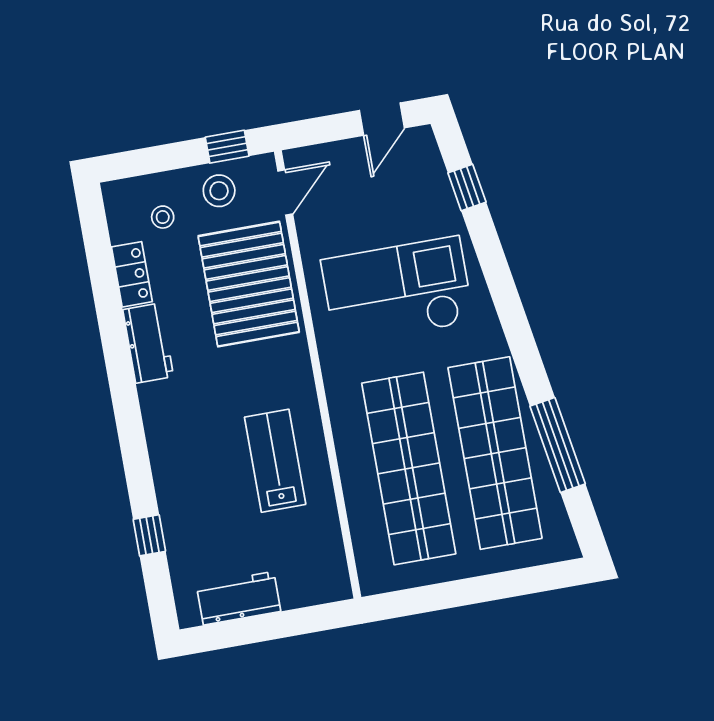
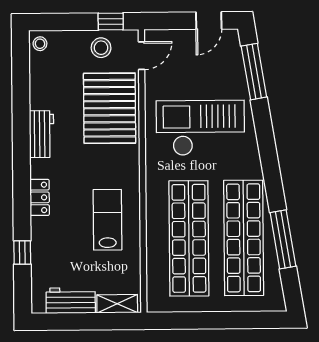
window: (467, 188) -> (254, 72), width x2.17
stool: (163, 217) -> (40, 44), moved
locker: (132, 274) -> (40, 197), moved
shelving: (313, 591) -> (117, 304), added

